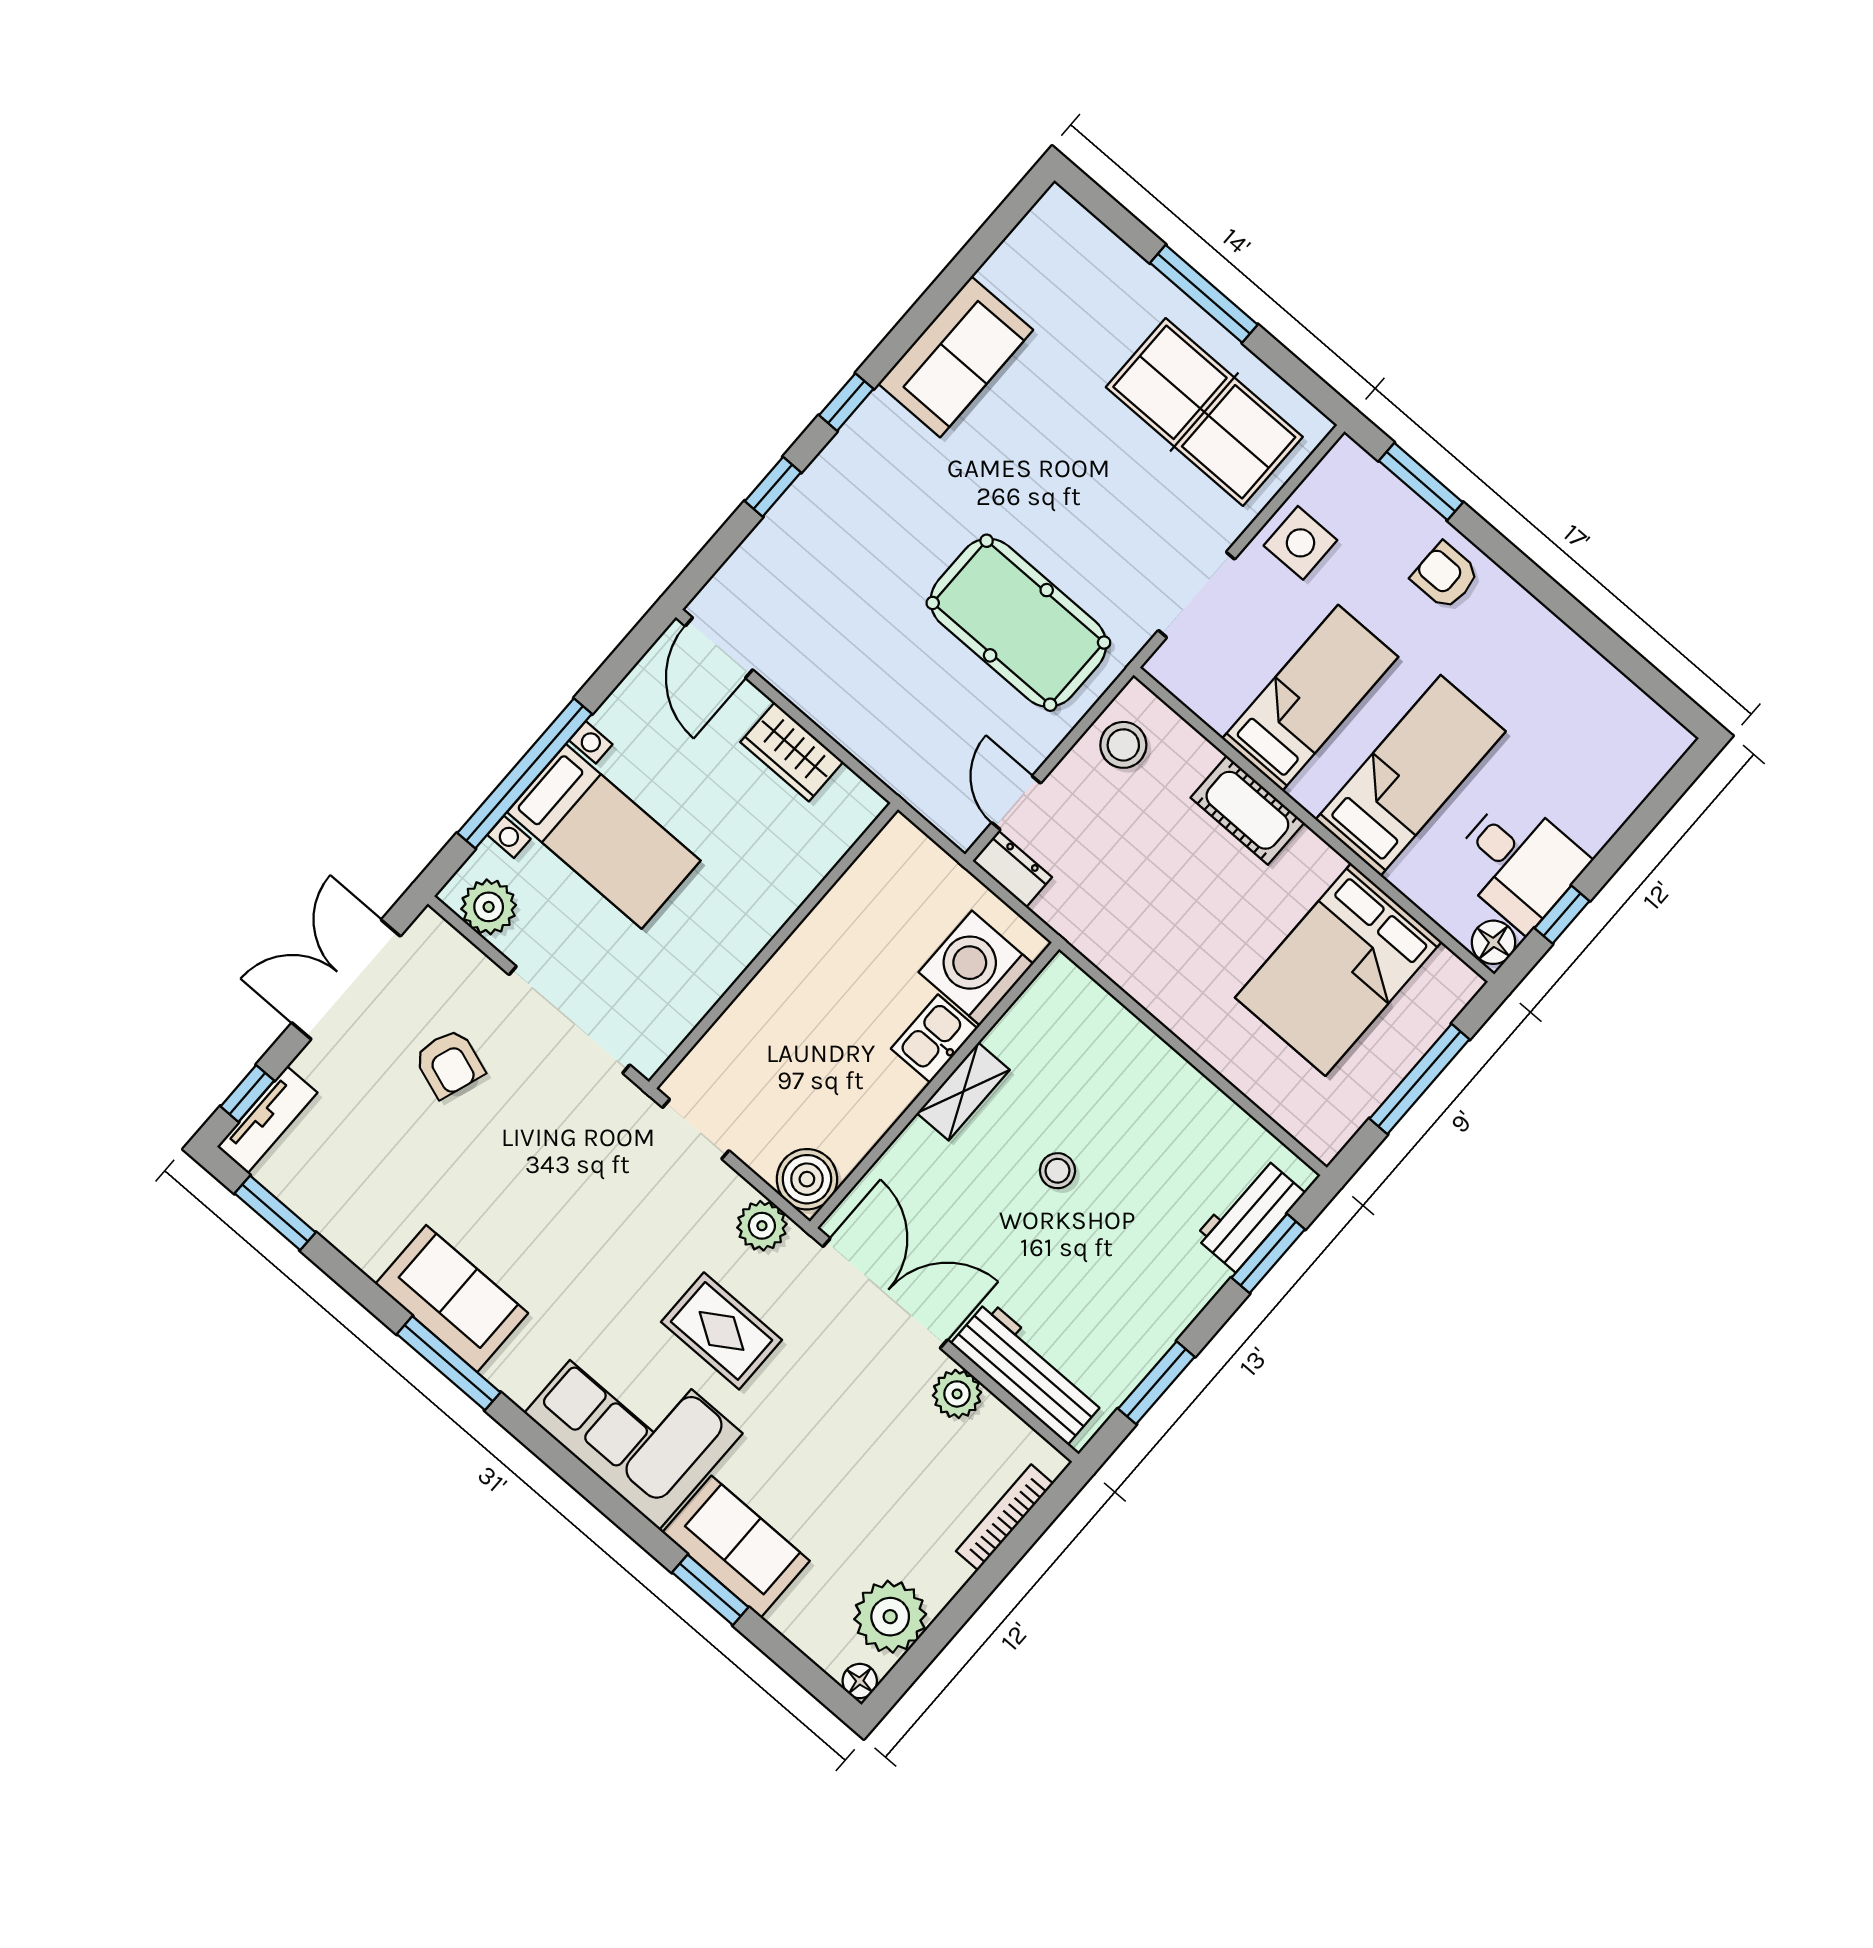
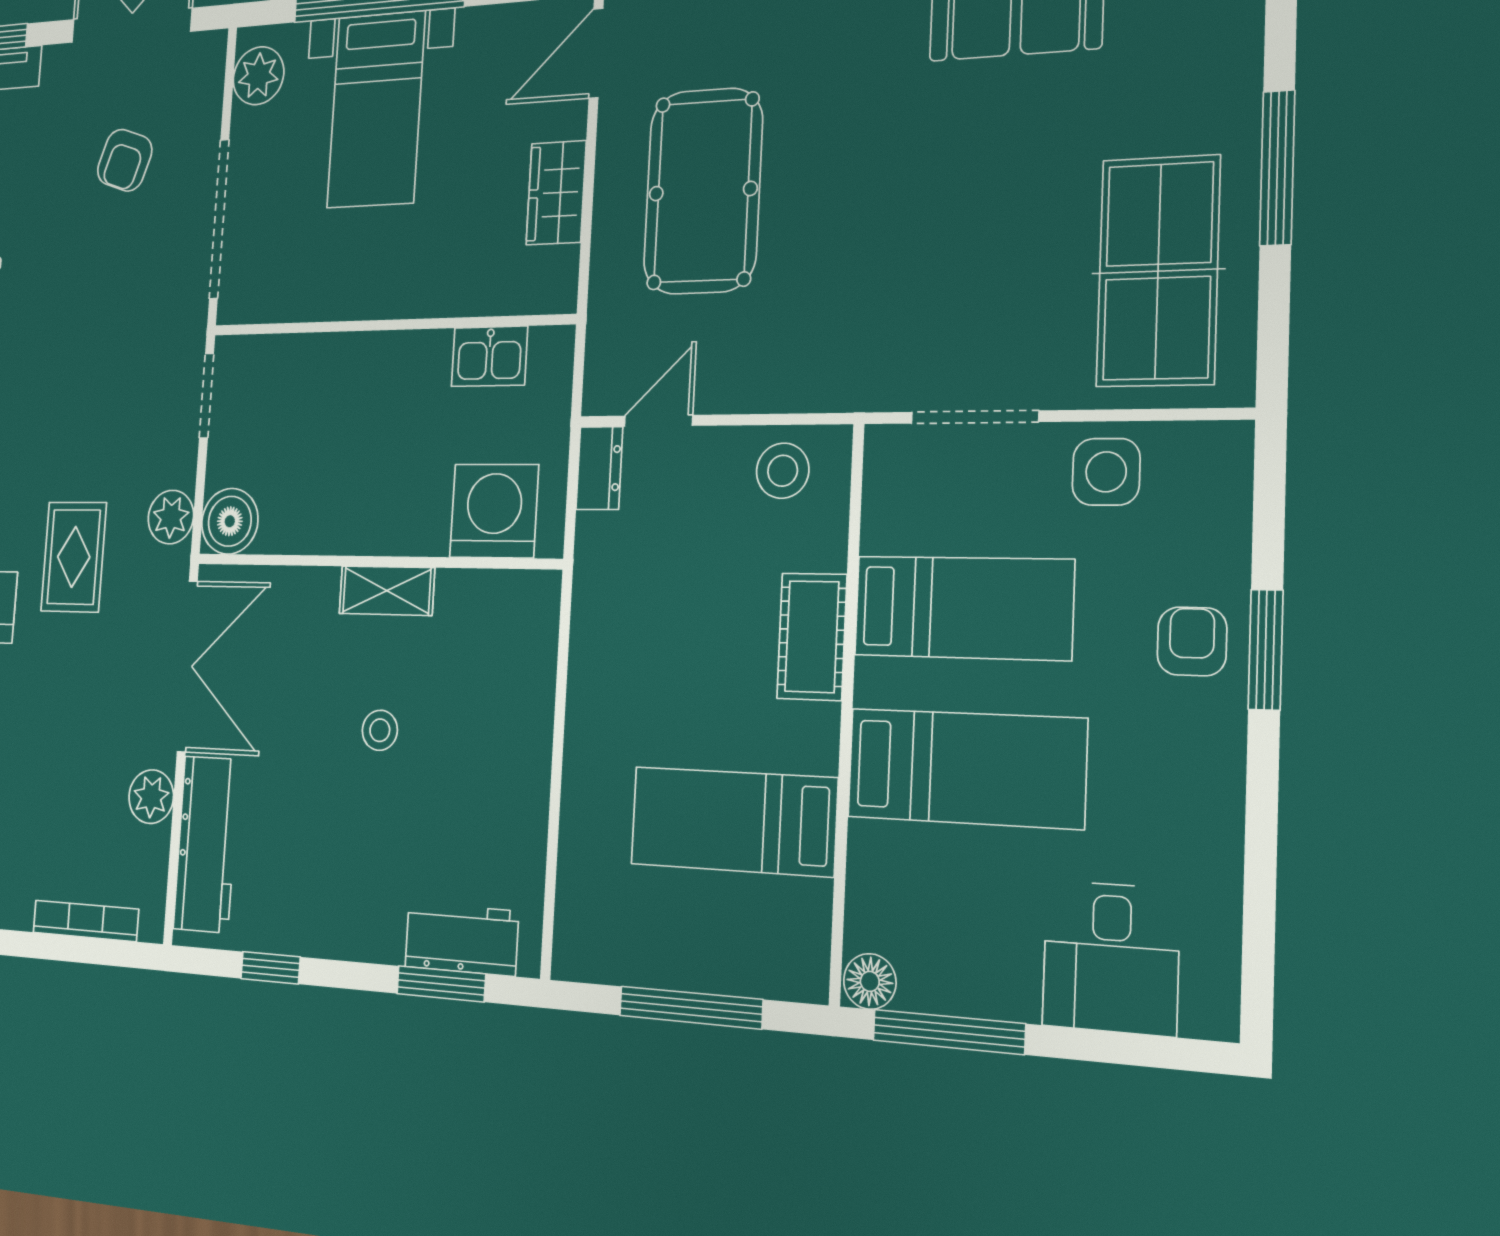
window: (1421, 482) -> (1266, 650), moved
pool table: (1018, 623) -> (703, 191), moved
desk: (1518, 862) -> (1111, 958), moved
window: (1562, 915) -> (949, 1032), width x2.17
bed: (1338, 970) -> (733, 821), width x0.67
kitchen sink: (934, 1039) -> (489, 356), moved, turned 180
window: (1156, 1383) -> (270, 968), width x0.67

